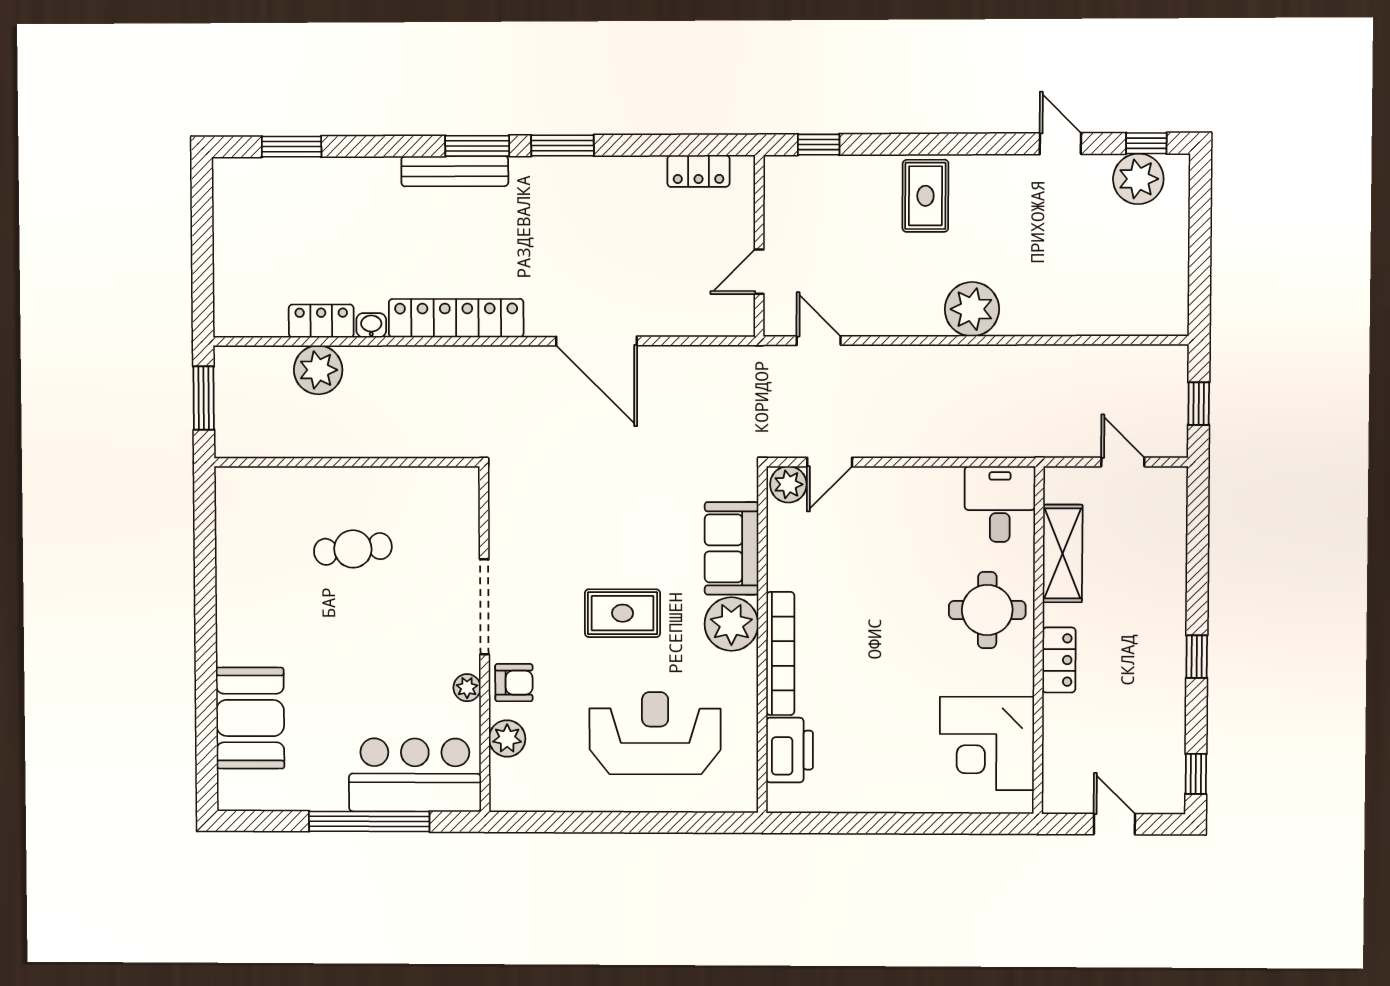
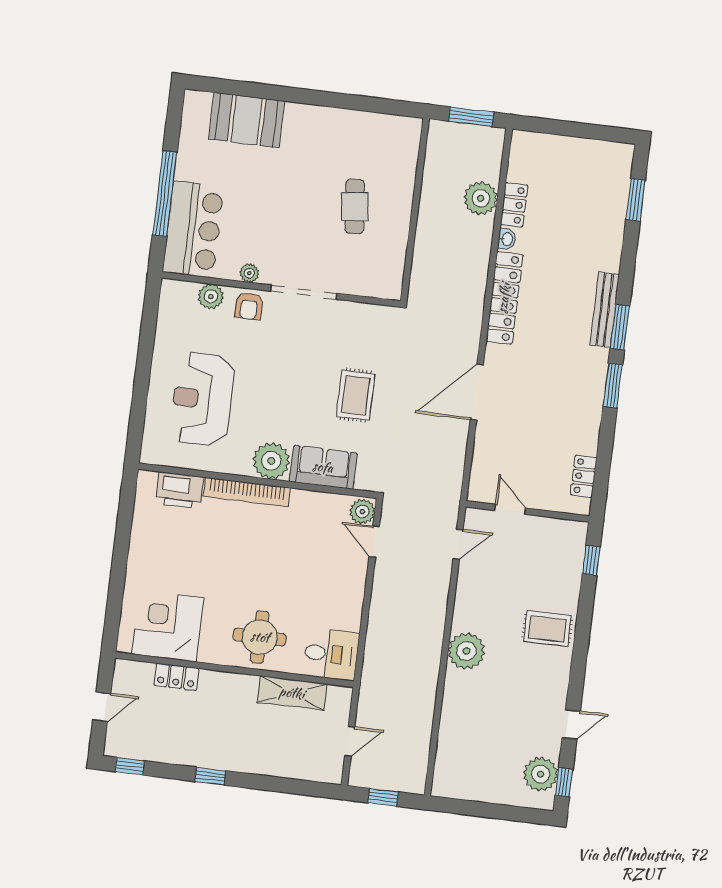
rug: (623, 613) -> (356, 395), moved
locker: (1059, 660) -> (176, 677), moved
reception desk: (655, 733) -> (202, 399), turned 180

